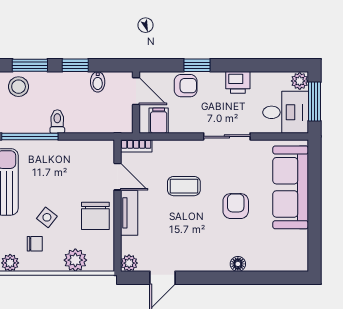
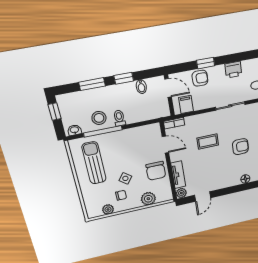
stool: (19, 87) -> (99, 118), moved
armchair: (236, 206) -> (240, 147), turned 90
tv unit: (129, 213) -> (178, 175), moved

